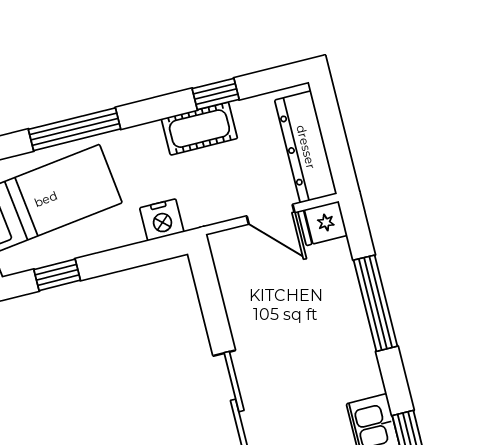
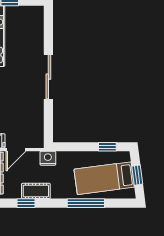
door: (271, 214) -> (16, 150), swing flipped
nightstand: (162, 220) -> (48, 158), moved

